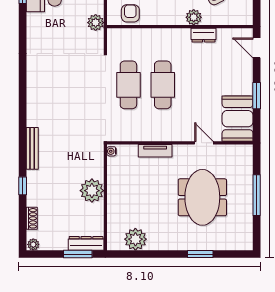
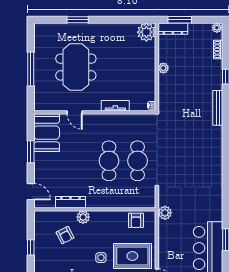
dresser: (203, 35) -> (70, 202), width x1.44
plant: (92, 191) -> (163, 68), width x0.53, depth x0.53
plant: (135, 239) -> (146, 32), moved

